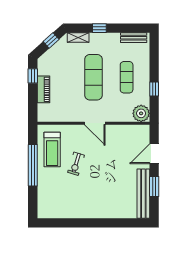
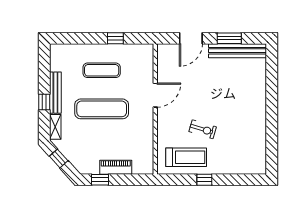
bench: (134, 38) -> (55, 93), moved, width x1.36
plant: (141, 113) -> (144, 53), removed
door: (95, 123) -> (155, 95), moved
door: (154, 154) -> (191, 38), hinge flipped
window: (33, 165) -> (204, 180), width x0.32

